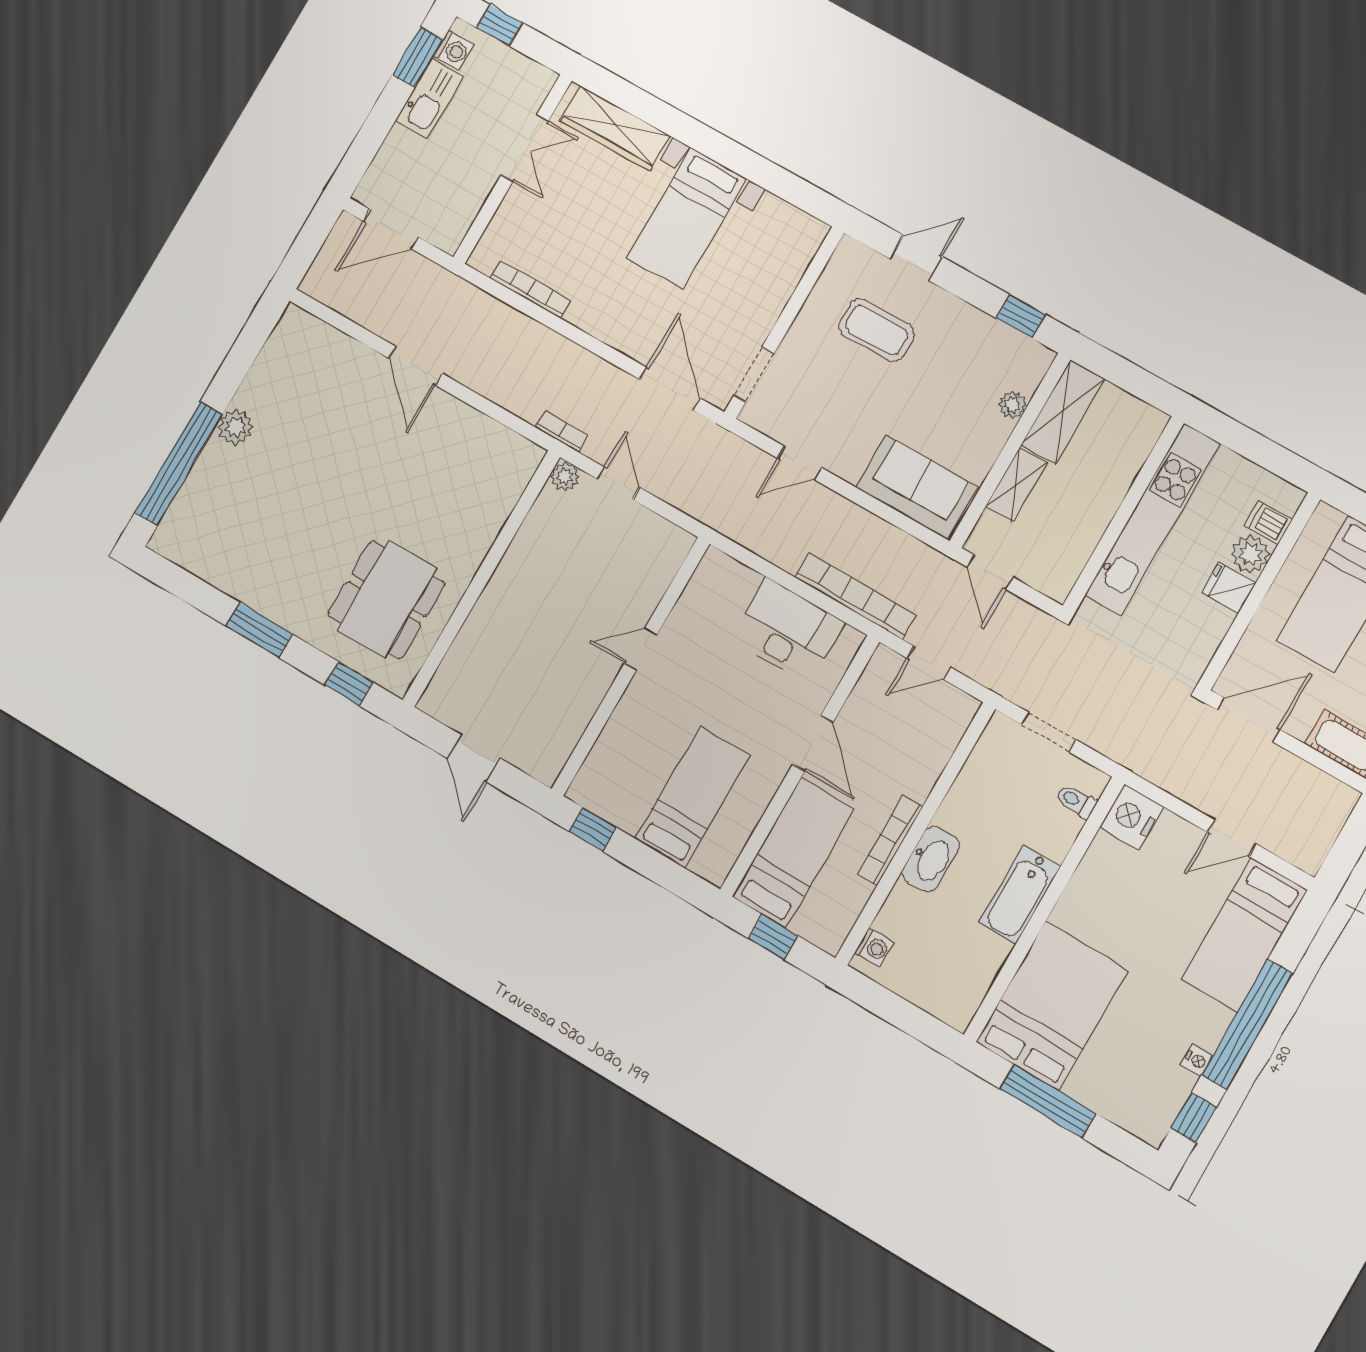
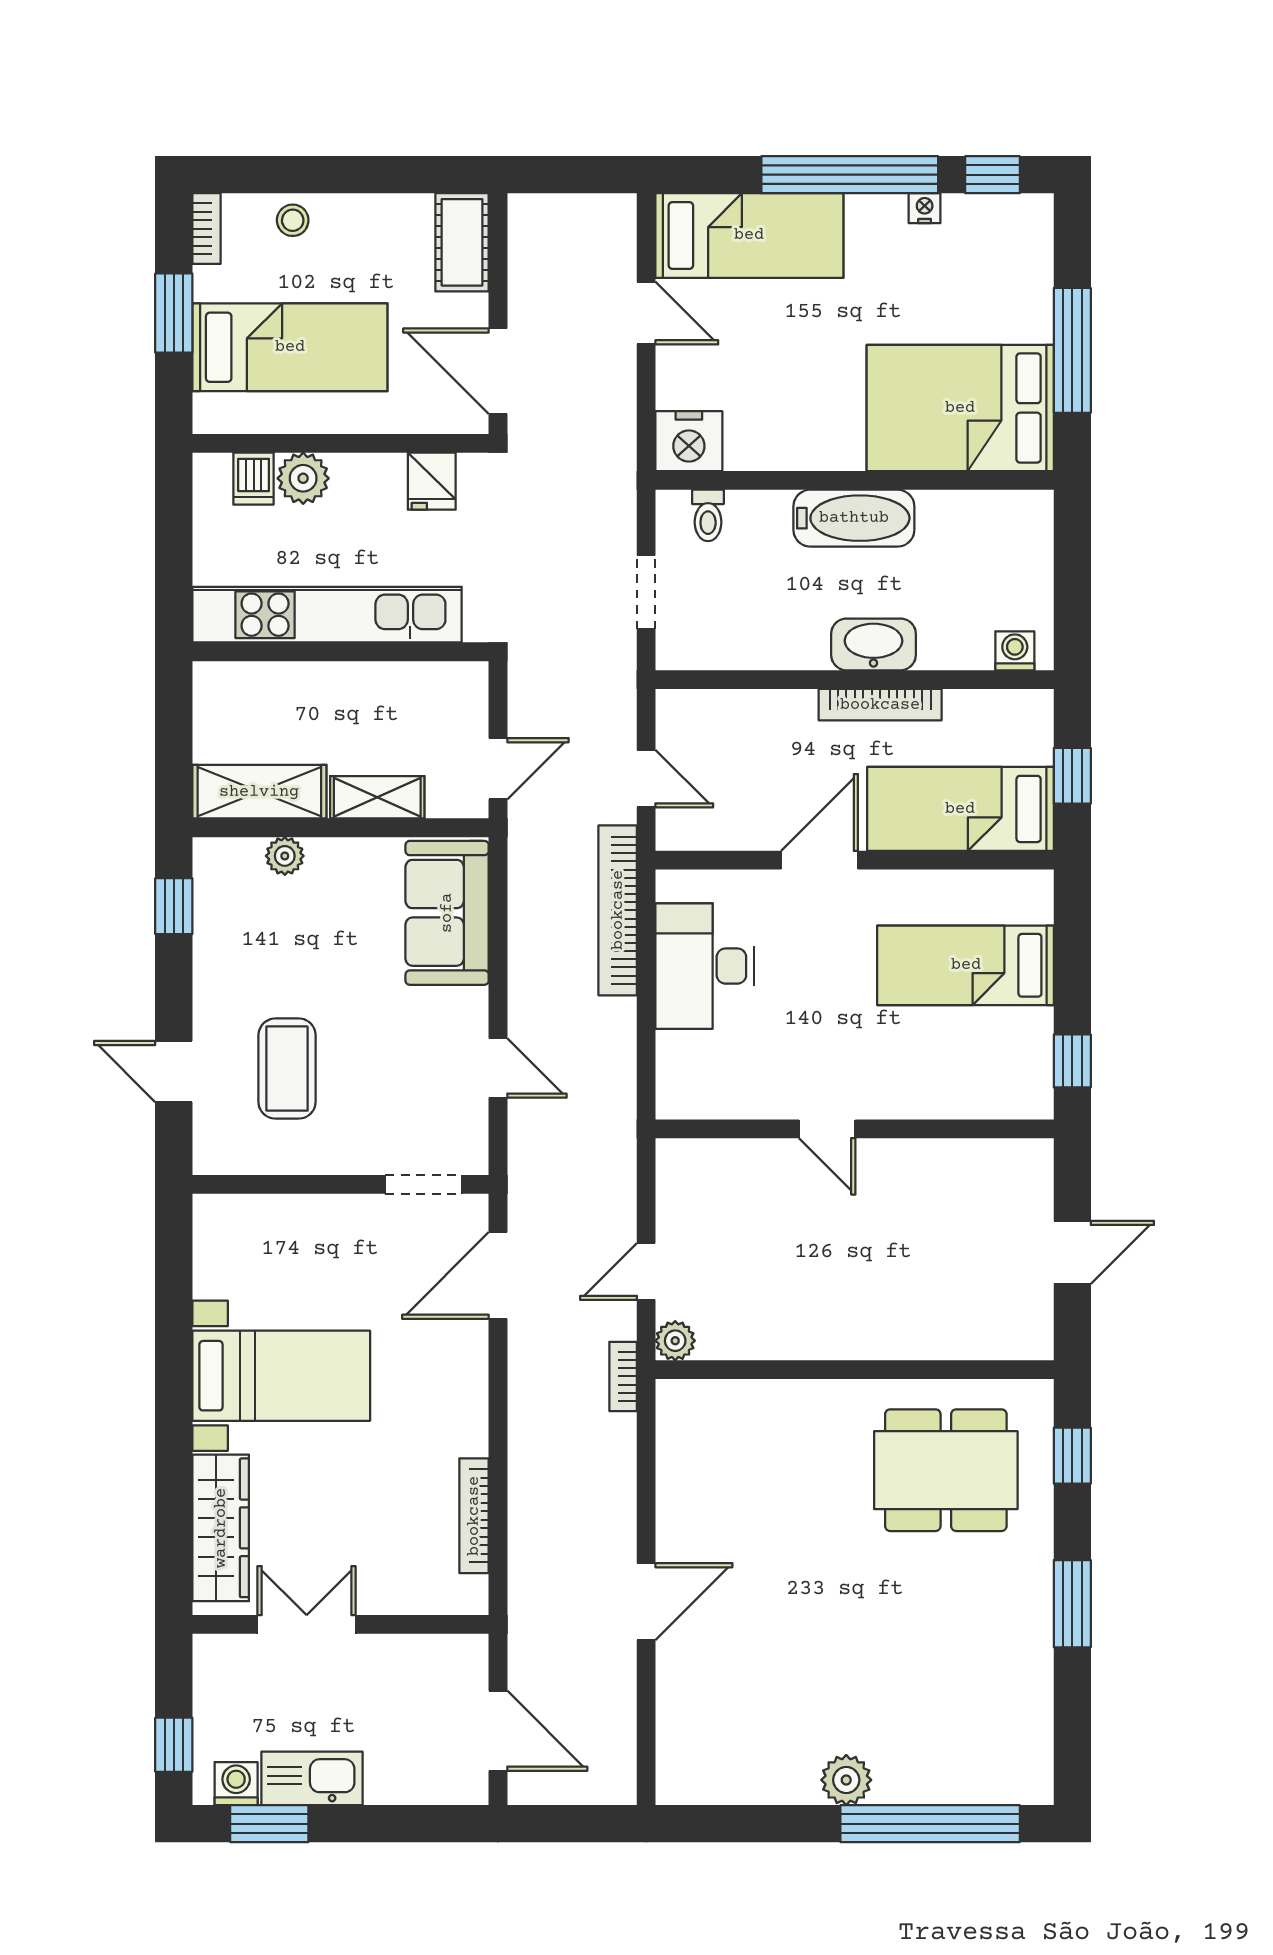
fridge: (1229, 587) -> (432, 481), moved

